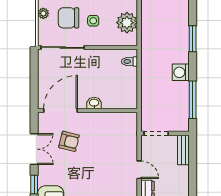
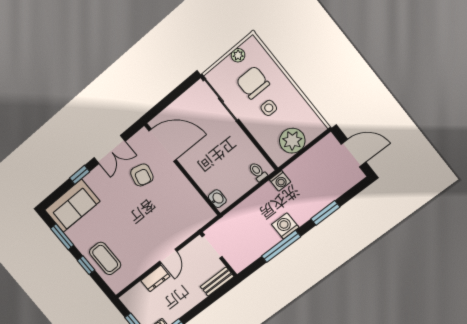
washing machine: (147, 52) -> (280, 181), added
window: (193, 100) -> (281, 246), moved
washbasin: (94, 103) -> (217, 199), moved

